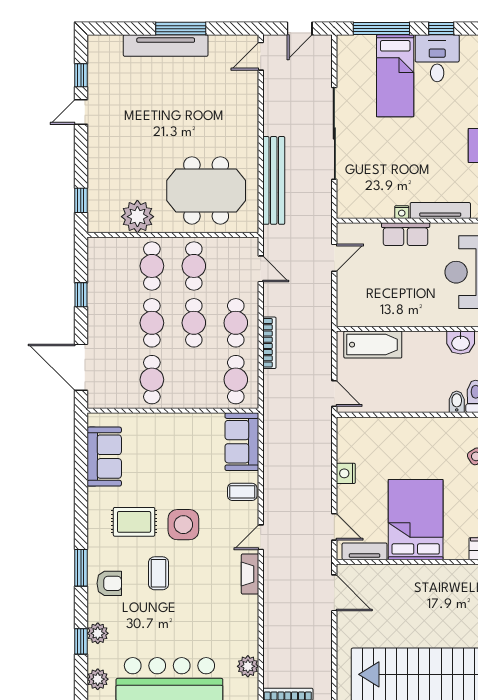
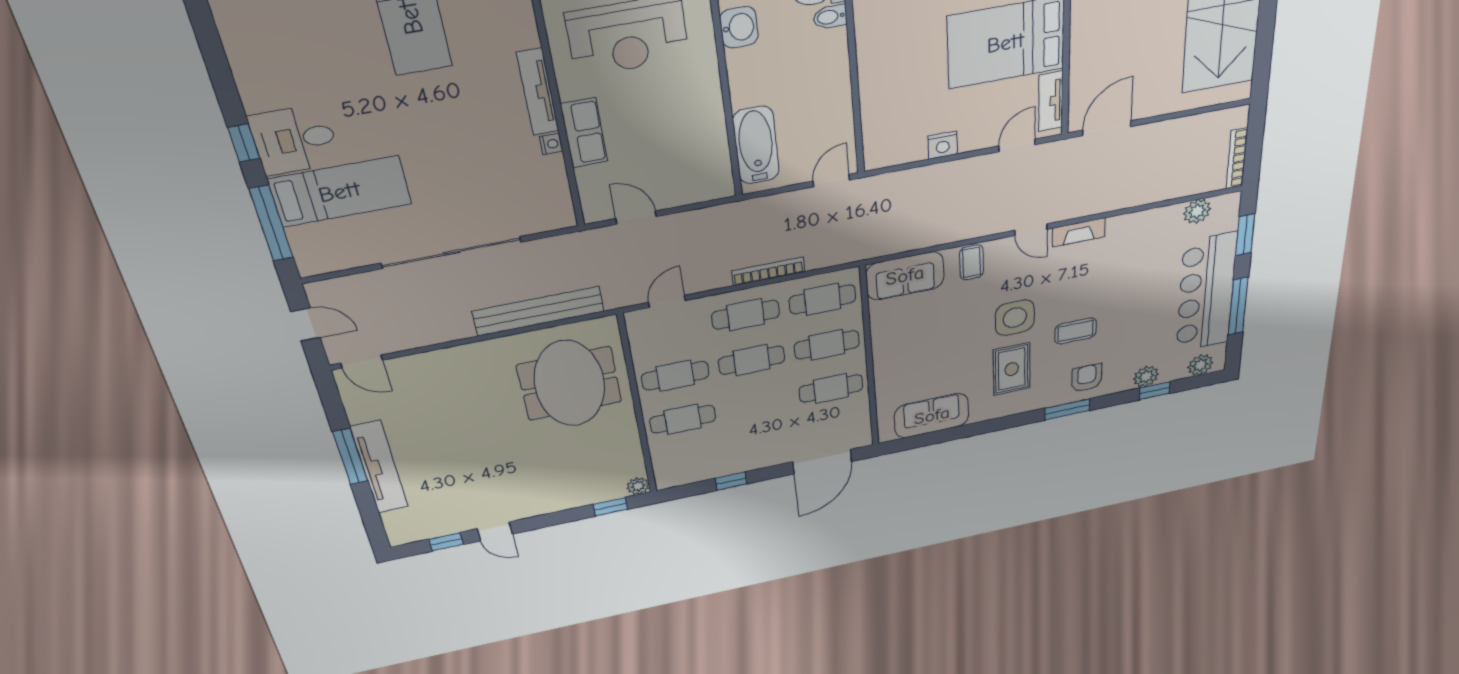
plant: (137, 217) -> (638, 486), moved, width x0.53, depth x0.53
cafe table: (152, 323) -> (827, 345), moved

